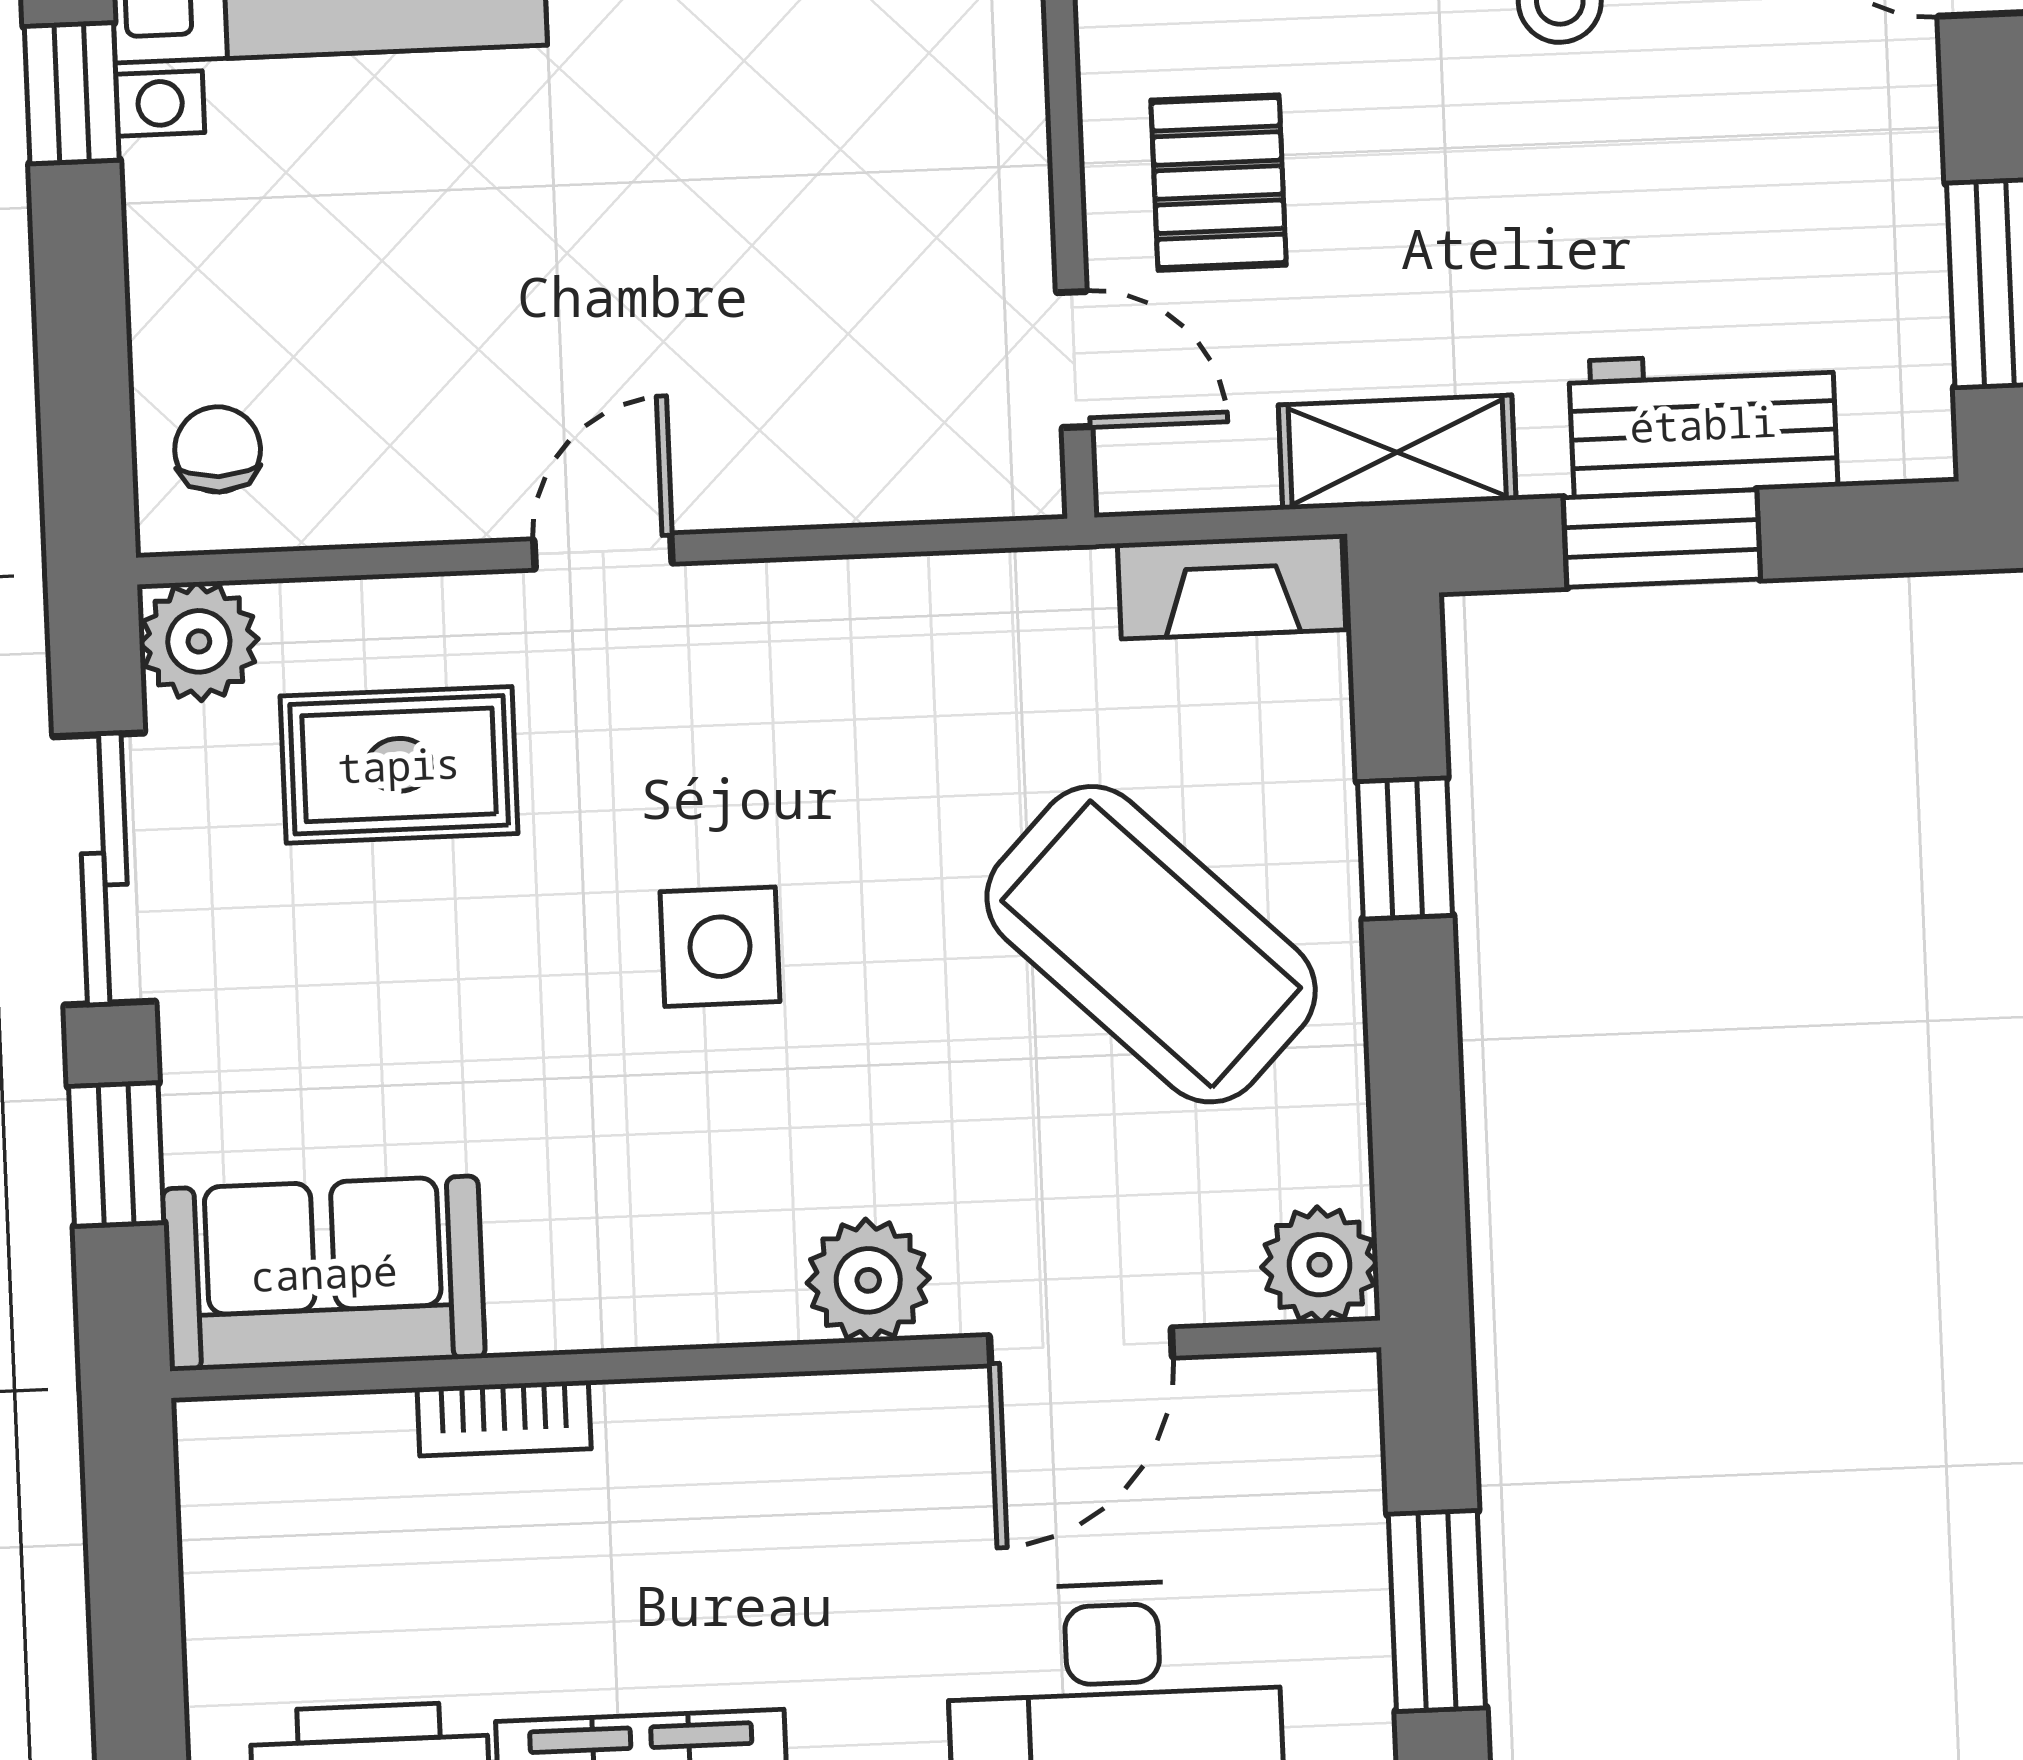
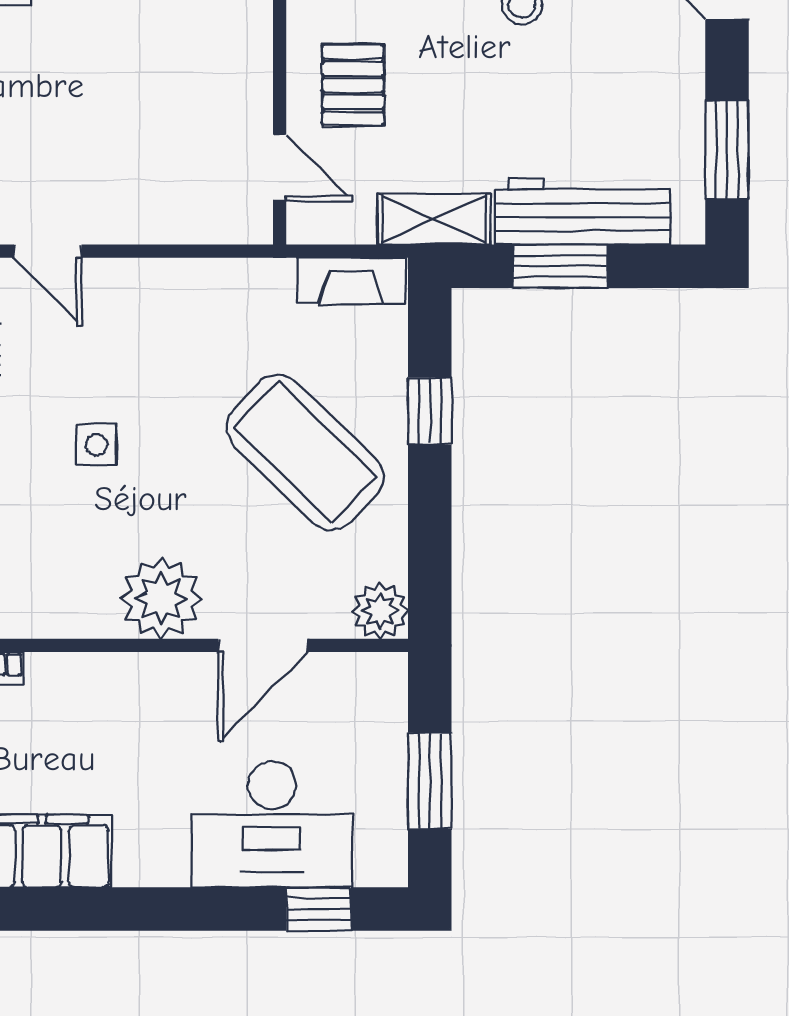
workbench: (1703, 424) -> (583, 212), width x1.37
door: (603, 552) -> (48, 251), swing flipped
side table: (720, 947) -> (96, 445), width x0.73, depth x0.73
plant: (868, 1280) -> (161, 598), width x1.36, depth x1.36

